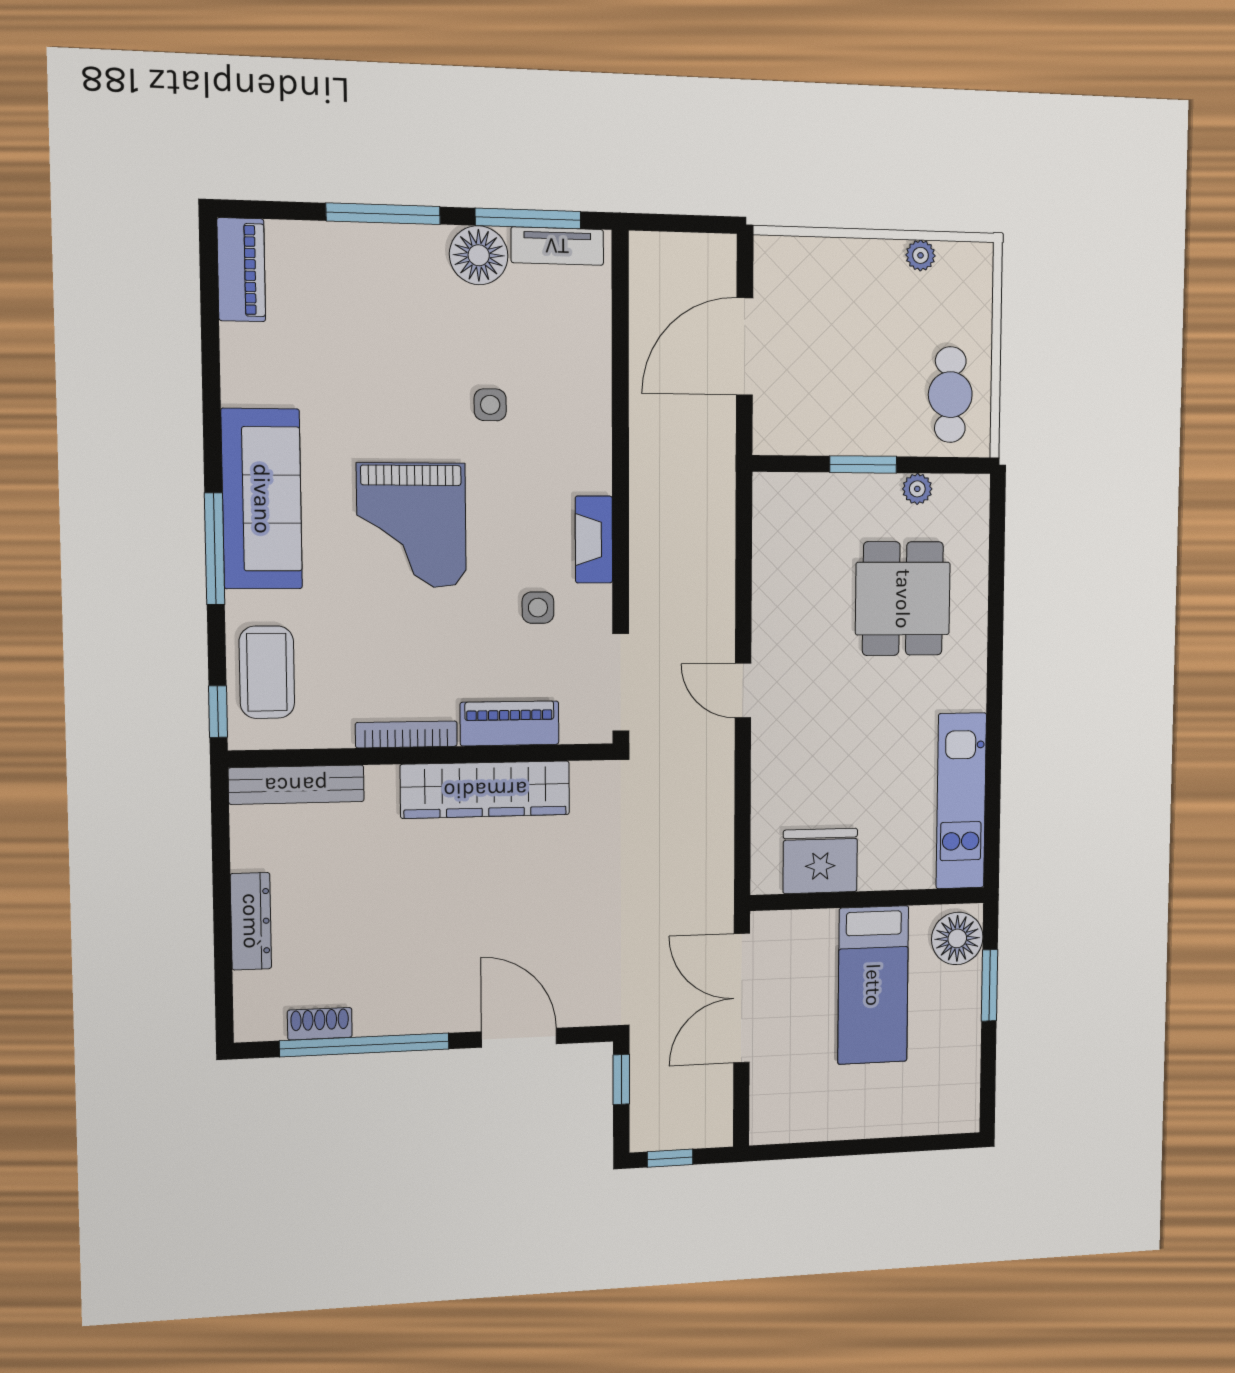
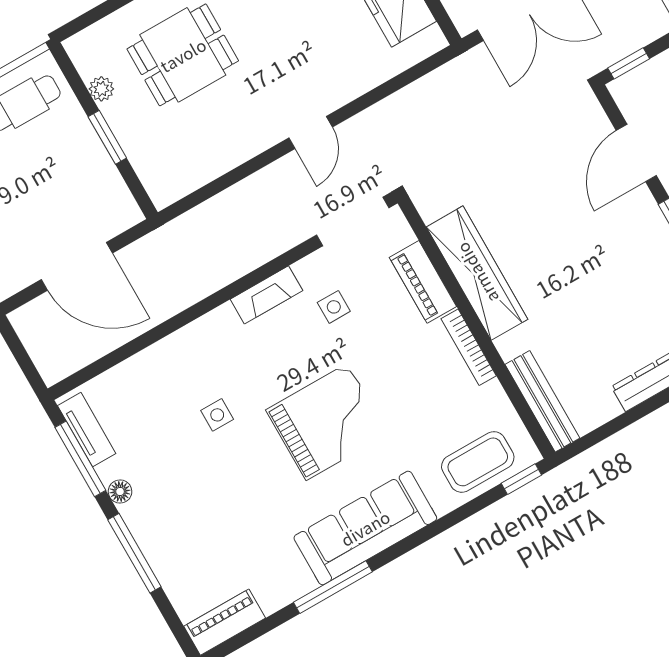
floor lamp: (479, 255) -> (120, 492), width x0.53, depth x0.53
window: (215, 549) -> (333, 587), moved

